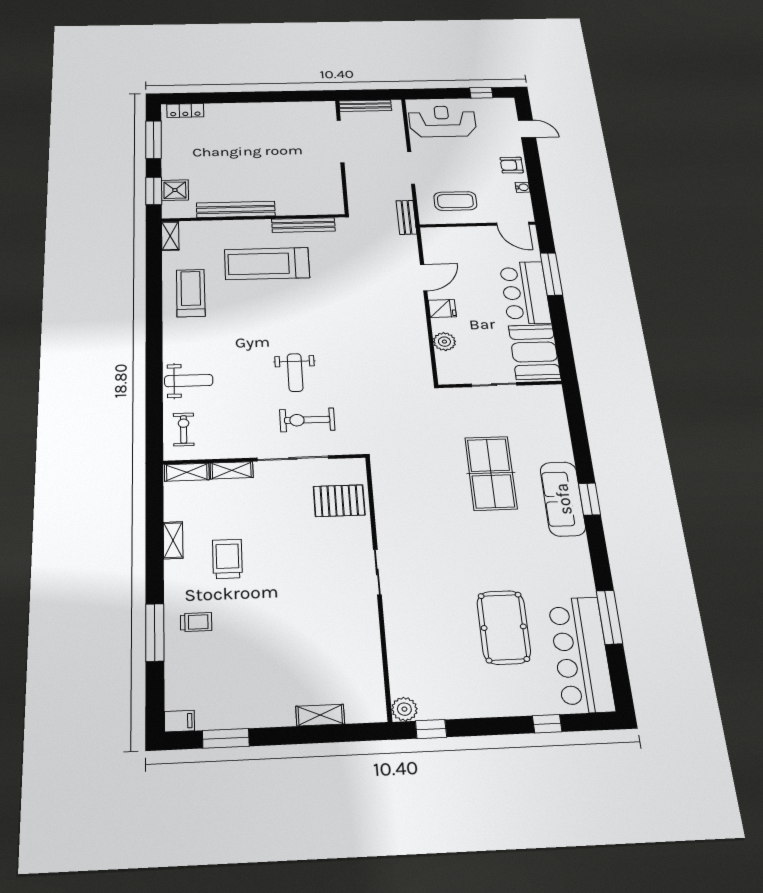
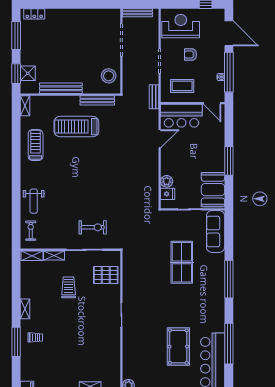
door: (527, 129) -> (229, 33), width x1.88
armchair: (512, 165) -> (191, 54), moved
window: (536, 180) -> (229, 72), added
stool: (322, 190) -> (109, 76), added
window: (551, 274) -> (229, 161), moved
bar counter: (525, 293) -> (181, 116), moved, turned -90
fridge: (442, 309) -> (168, 194), moved
weight bench: (295, 373) -> (88, 198), removed
weight bench: (189, 381) -> (34, 201), turned 90
exercise bike: (307, 420) -> (93, 227), turned 180
sofa: (563, 499) -> (216, 231), moved
window: (589, 499) -> (229, 279), width x2.11
shelving: (173, 540) -> (25, 309), moved
trolley: (227, 559) -> (69, 287), moved
window: (609, 617) -> (229, 344), width x1.46

